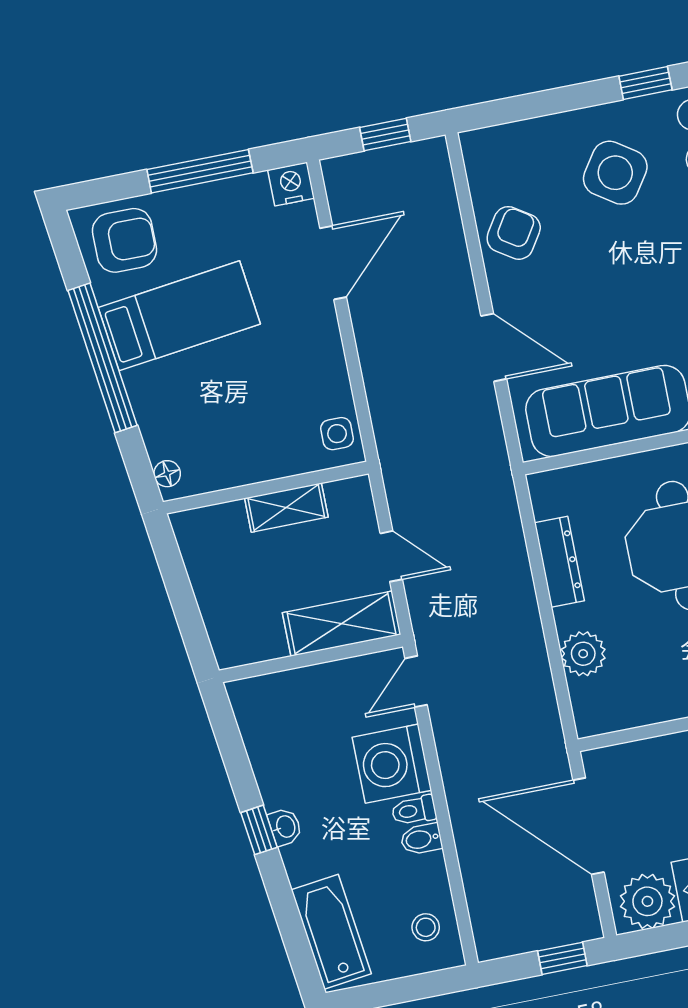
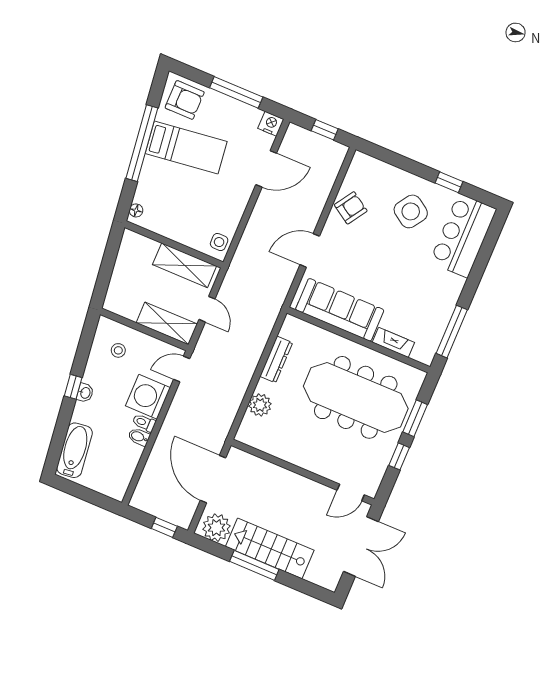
door: (494, 347) -> (310, 250), swing flipped
shelving: (286, 508) -> (185, 265), width x1.50, depth x1.33
stool: (426, 927) -> (118, 350), moved

